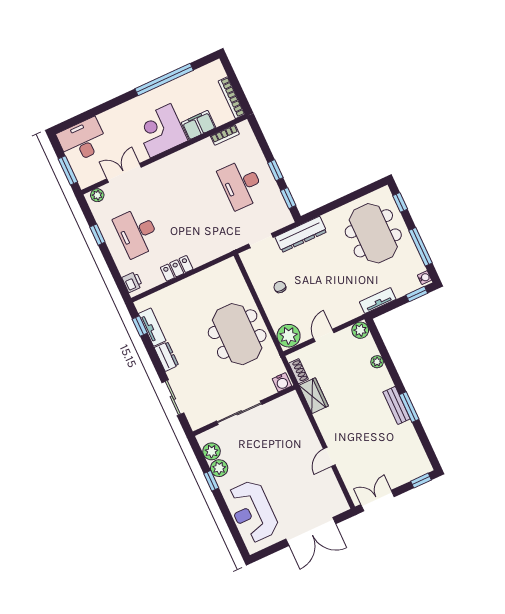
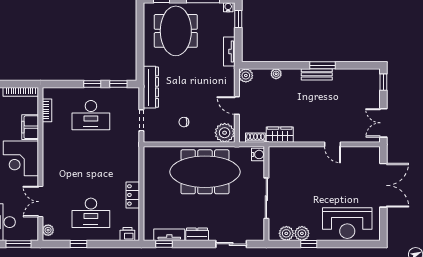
meeting table: (373, 233) -> (176, 31), turned 90
meeting table: (237, 334) -> (205, 172), width x1.36

